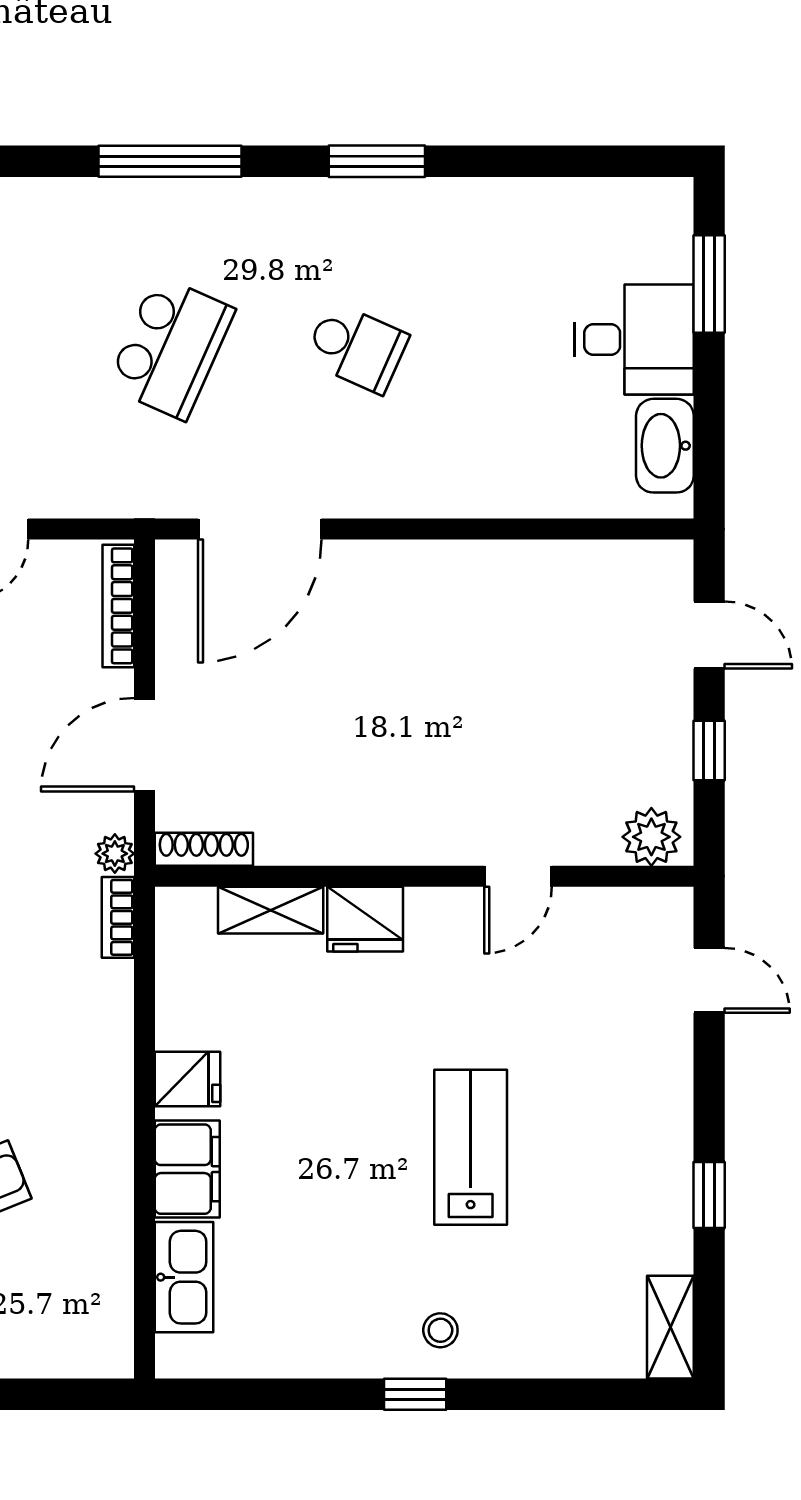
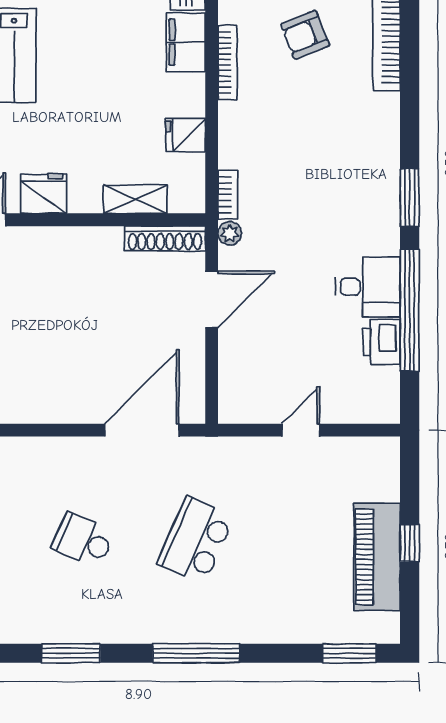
bookcase: (118, 606) -> (228, 62), moved
shoe rack: (204, 849) -> (165, 238), width x1.36, depth x1.24
fridge: (365, 919) -> (44, 194), moved
fridge: (188, 1079) -> (186, 135), moved

